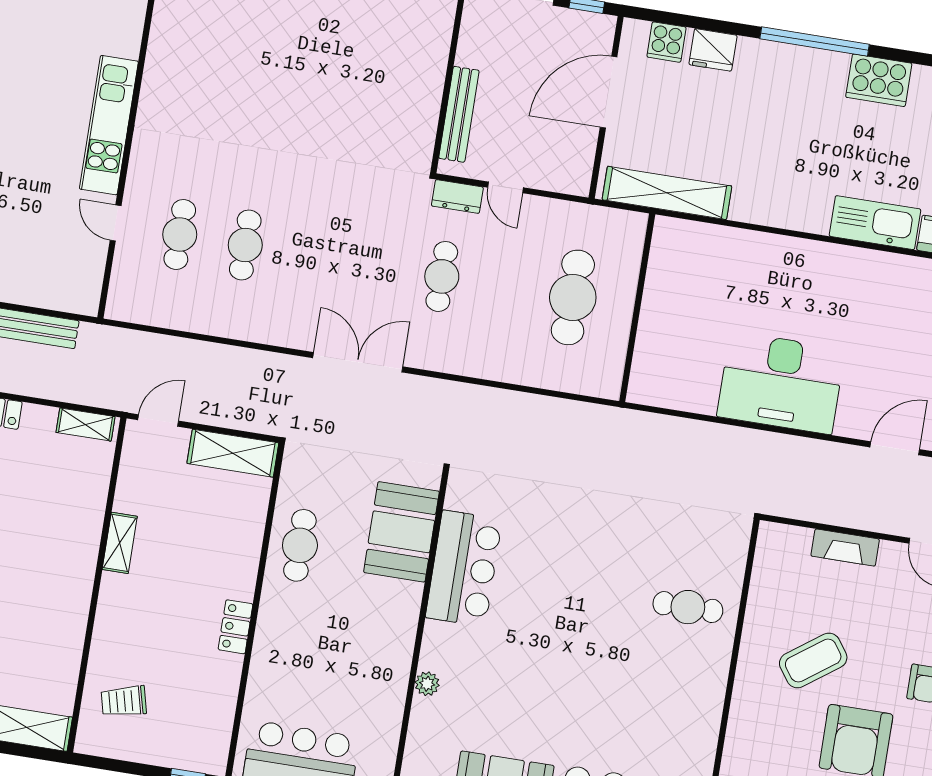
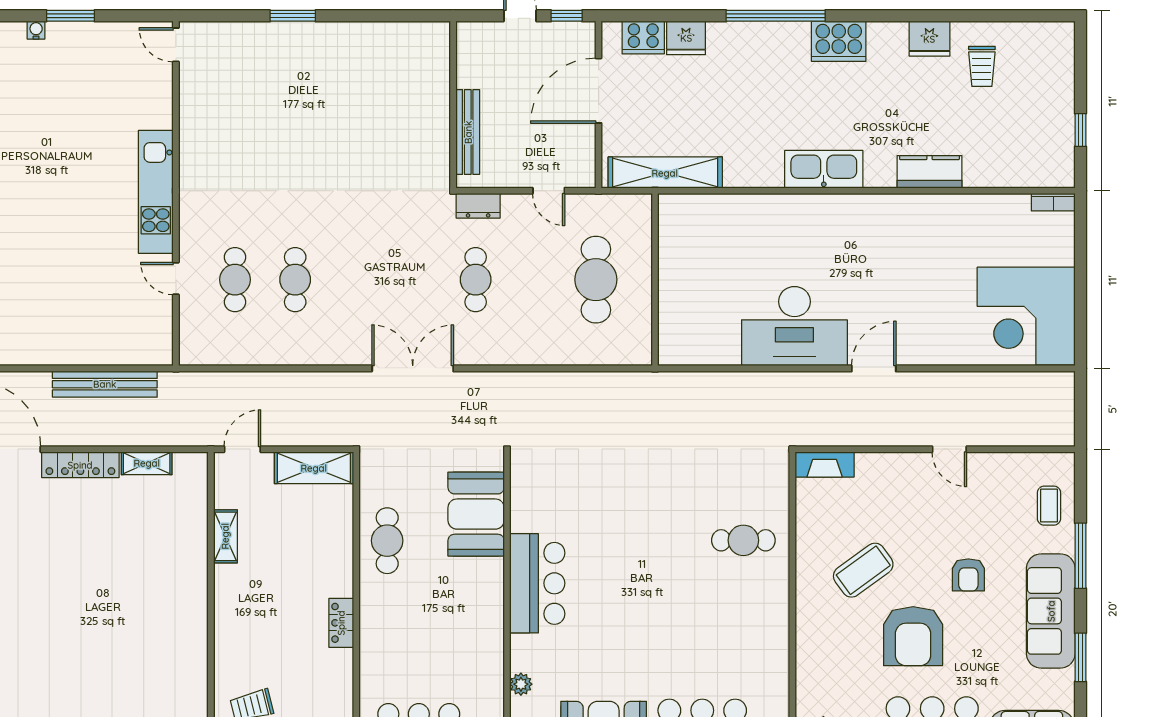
cooker: (667, 42) -> (643, 38), width x1.36
door: (506, 187) -> (549, 191), moved
kitchen sink: (875, 223) -> (824, 169), moved
shelving: (85, 425) -> (147, 463), moved
door: (895, 448) -> (874, 368), moved
shelving: (120, 543) -> (225, 536), moved
fireplace: (845, 548) -> (825, 464), moved
bar counter: (464, 568) -> (537, 583), moved
plant: (427, 684) -> (521, 684), moved

